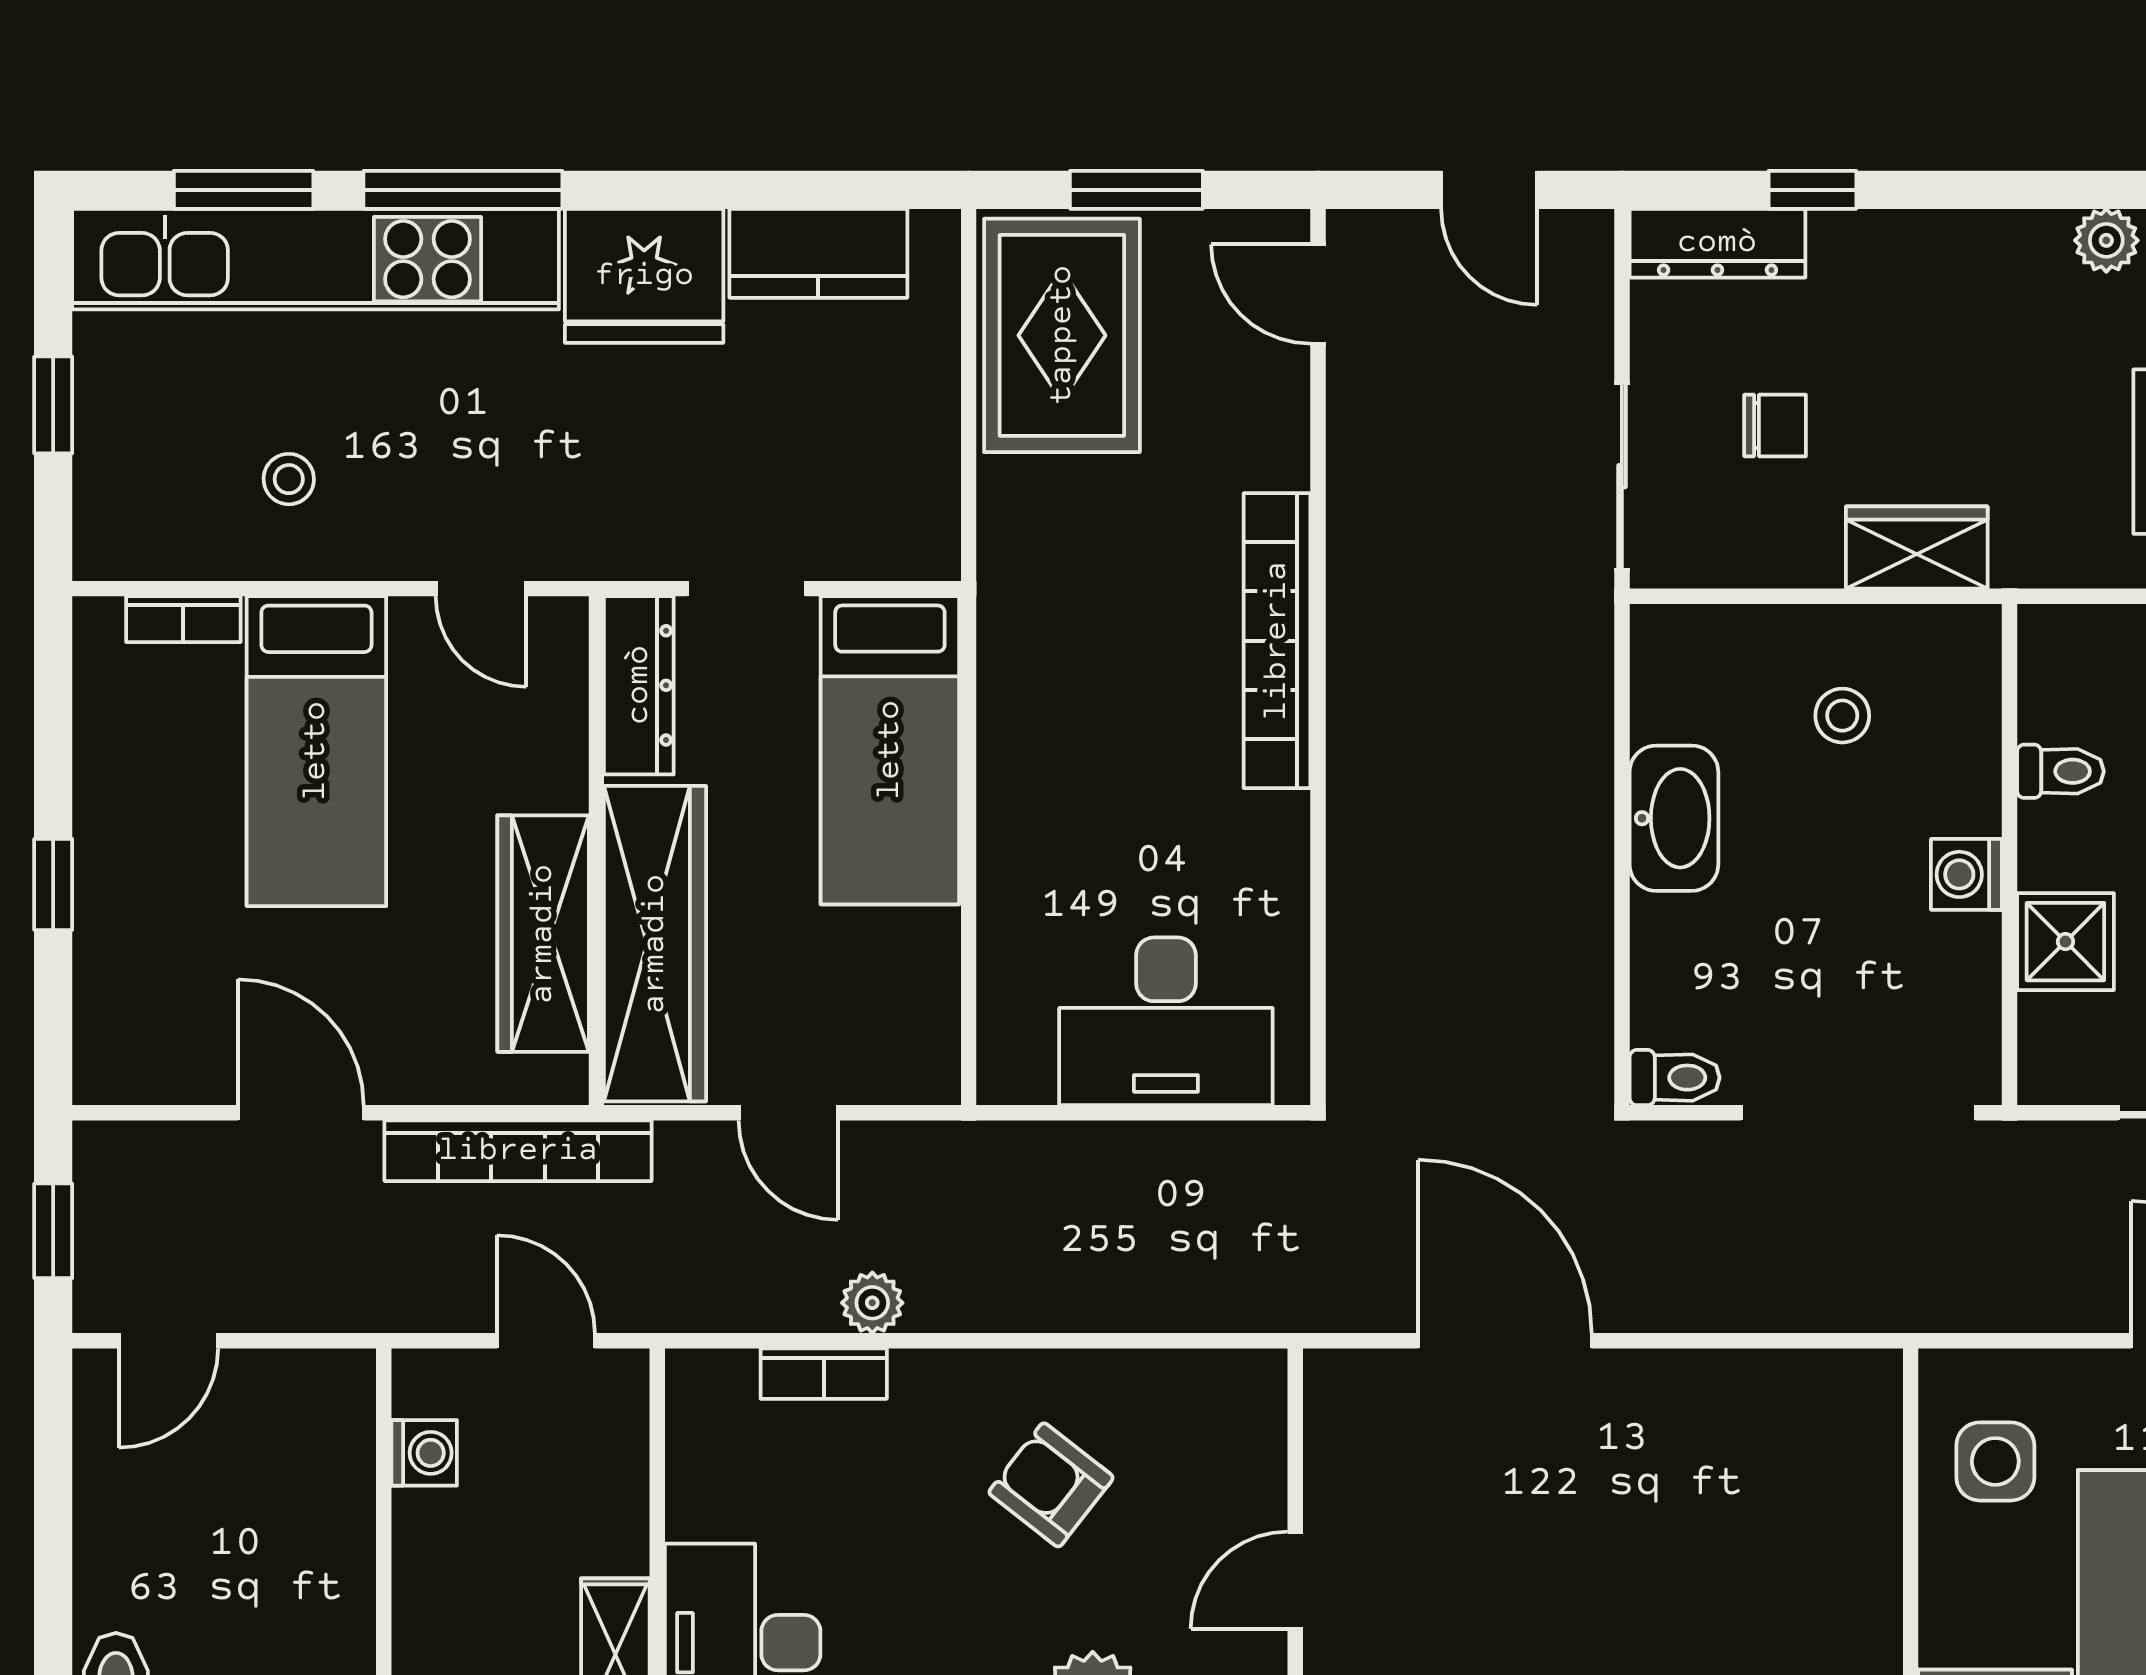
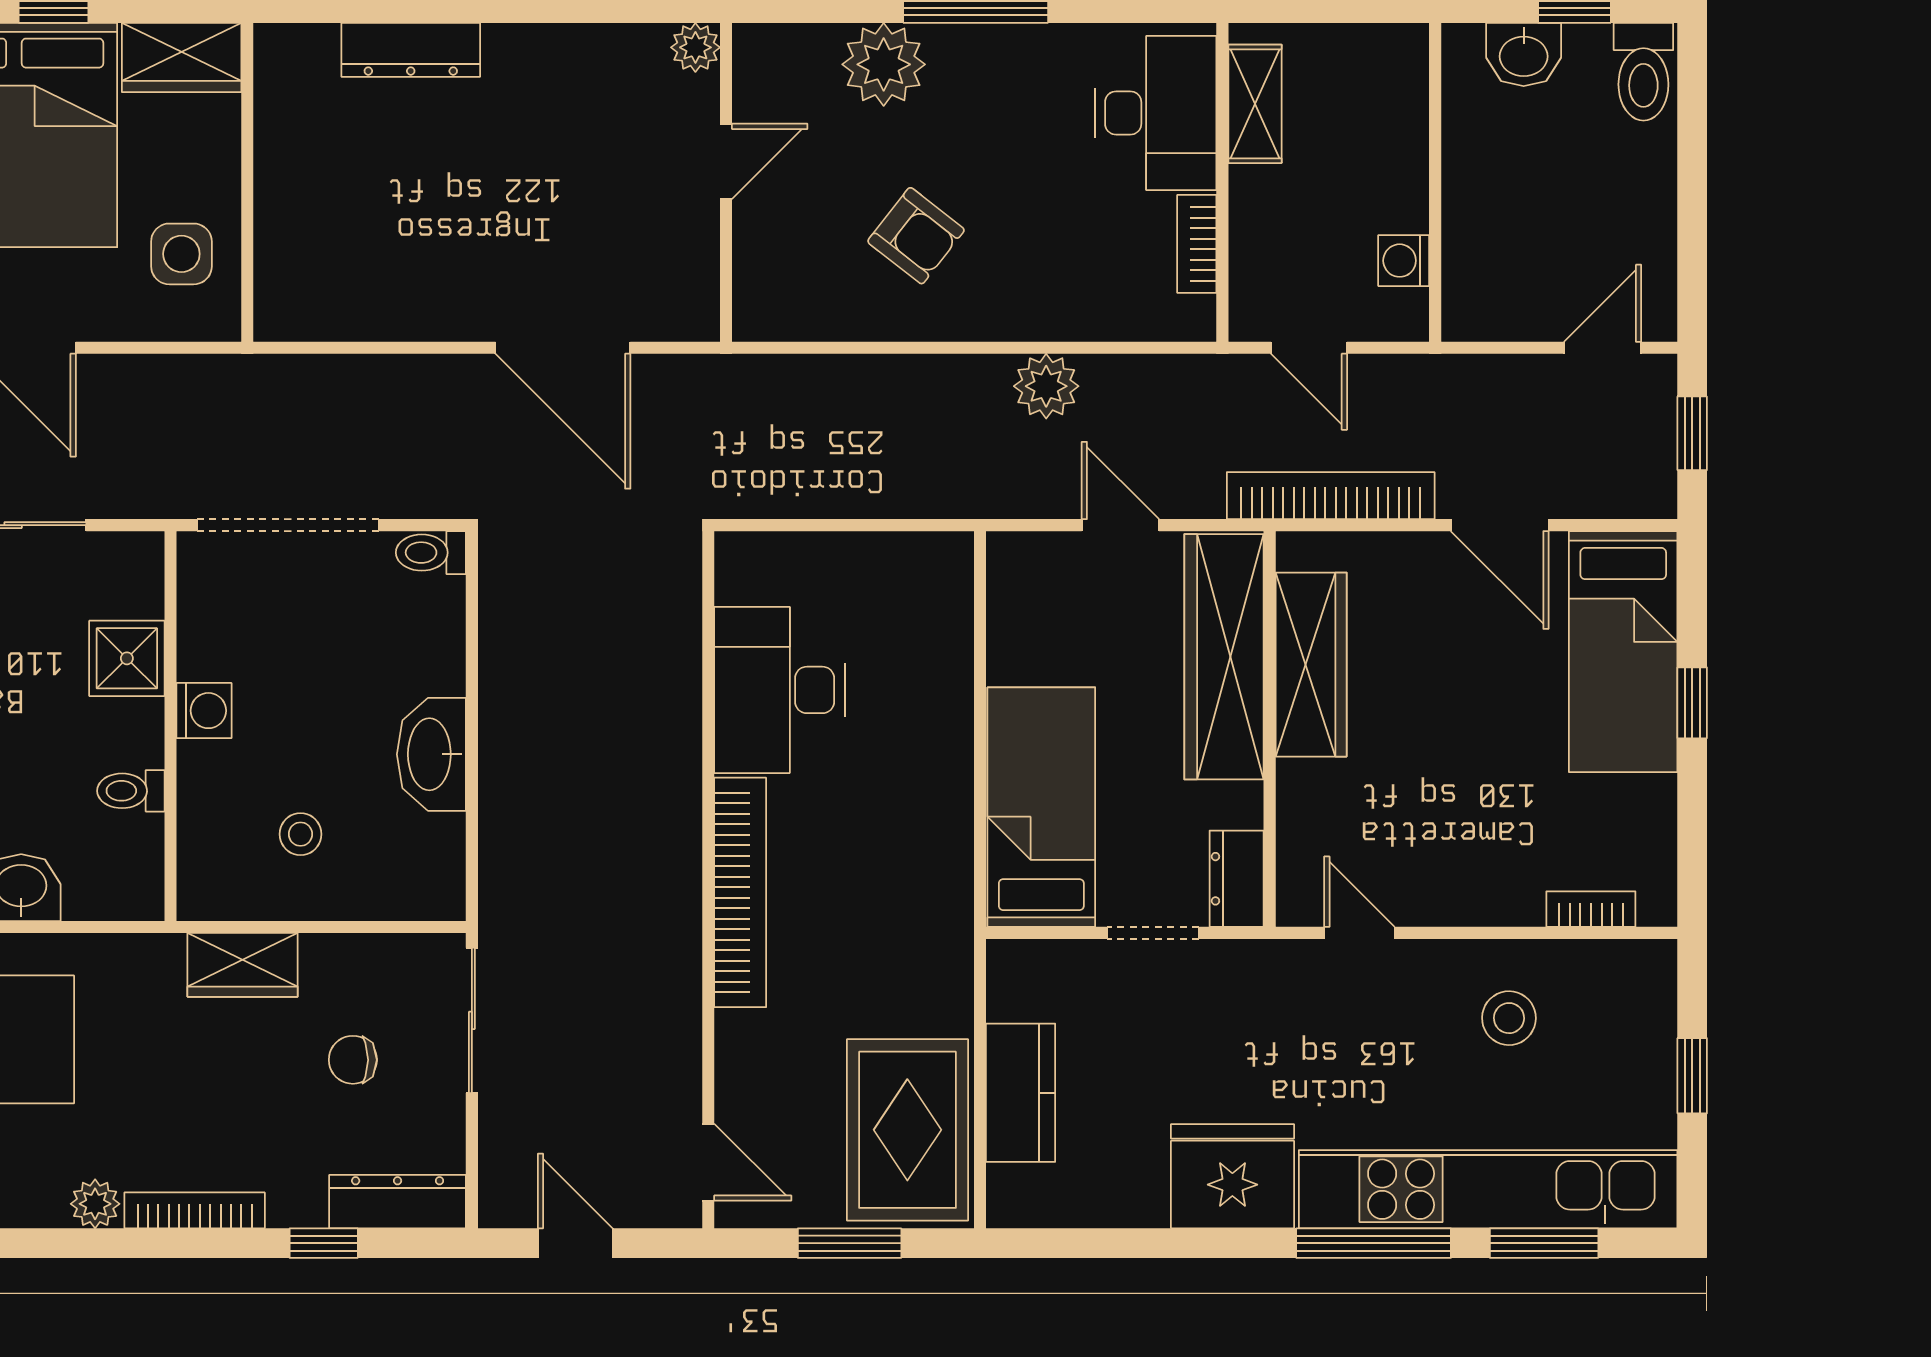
bookcase: (1978, 232) -> (195, 1210), added
kitchen counter: (818, 253) -> (1021, 1093), moved, turned 90
stool: (289, 479) -> (1509, 1018), width x1.37, depth x1.37
dresser: (639, 685) -> (1237, 879), width x0.70
bed: (316, 751) -> (1623, 652), moved, turned 180
desk: (1166, 1021) -> (779, 690), moved, turned -90
plant: (872, 1303) -> (1046, 386), width x1.38, depth x1.38
bookcase: (824, 1374) -> (1197, 244), moved, turned -90

